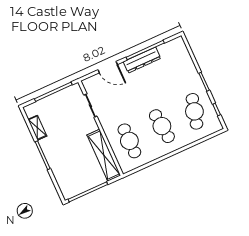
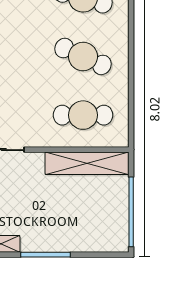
cafe table: (162, 126) -> (83, 56), turned 30

